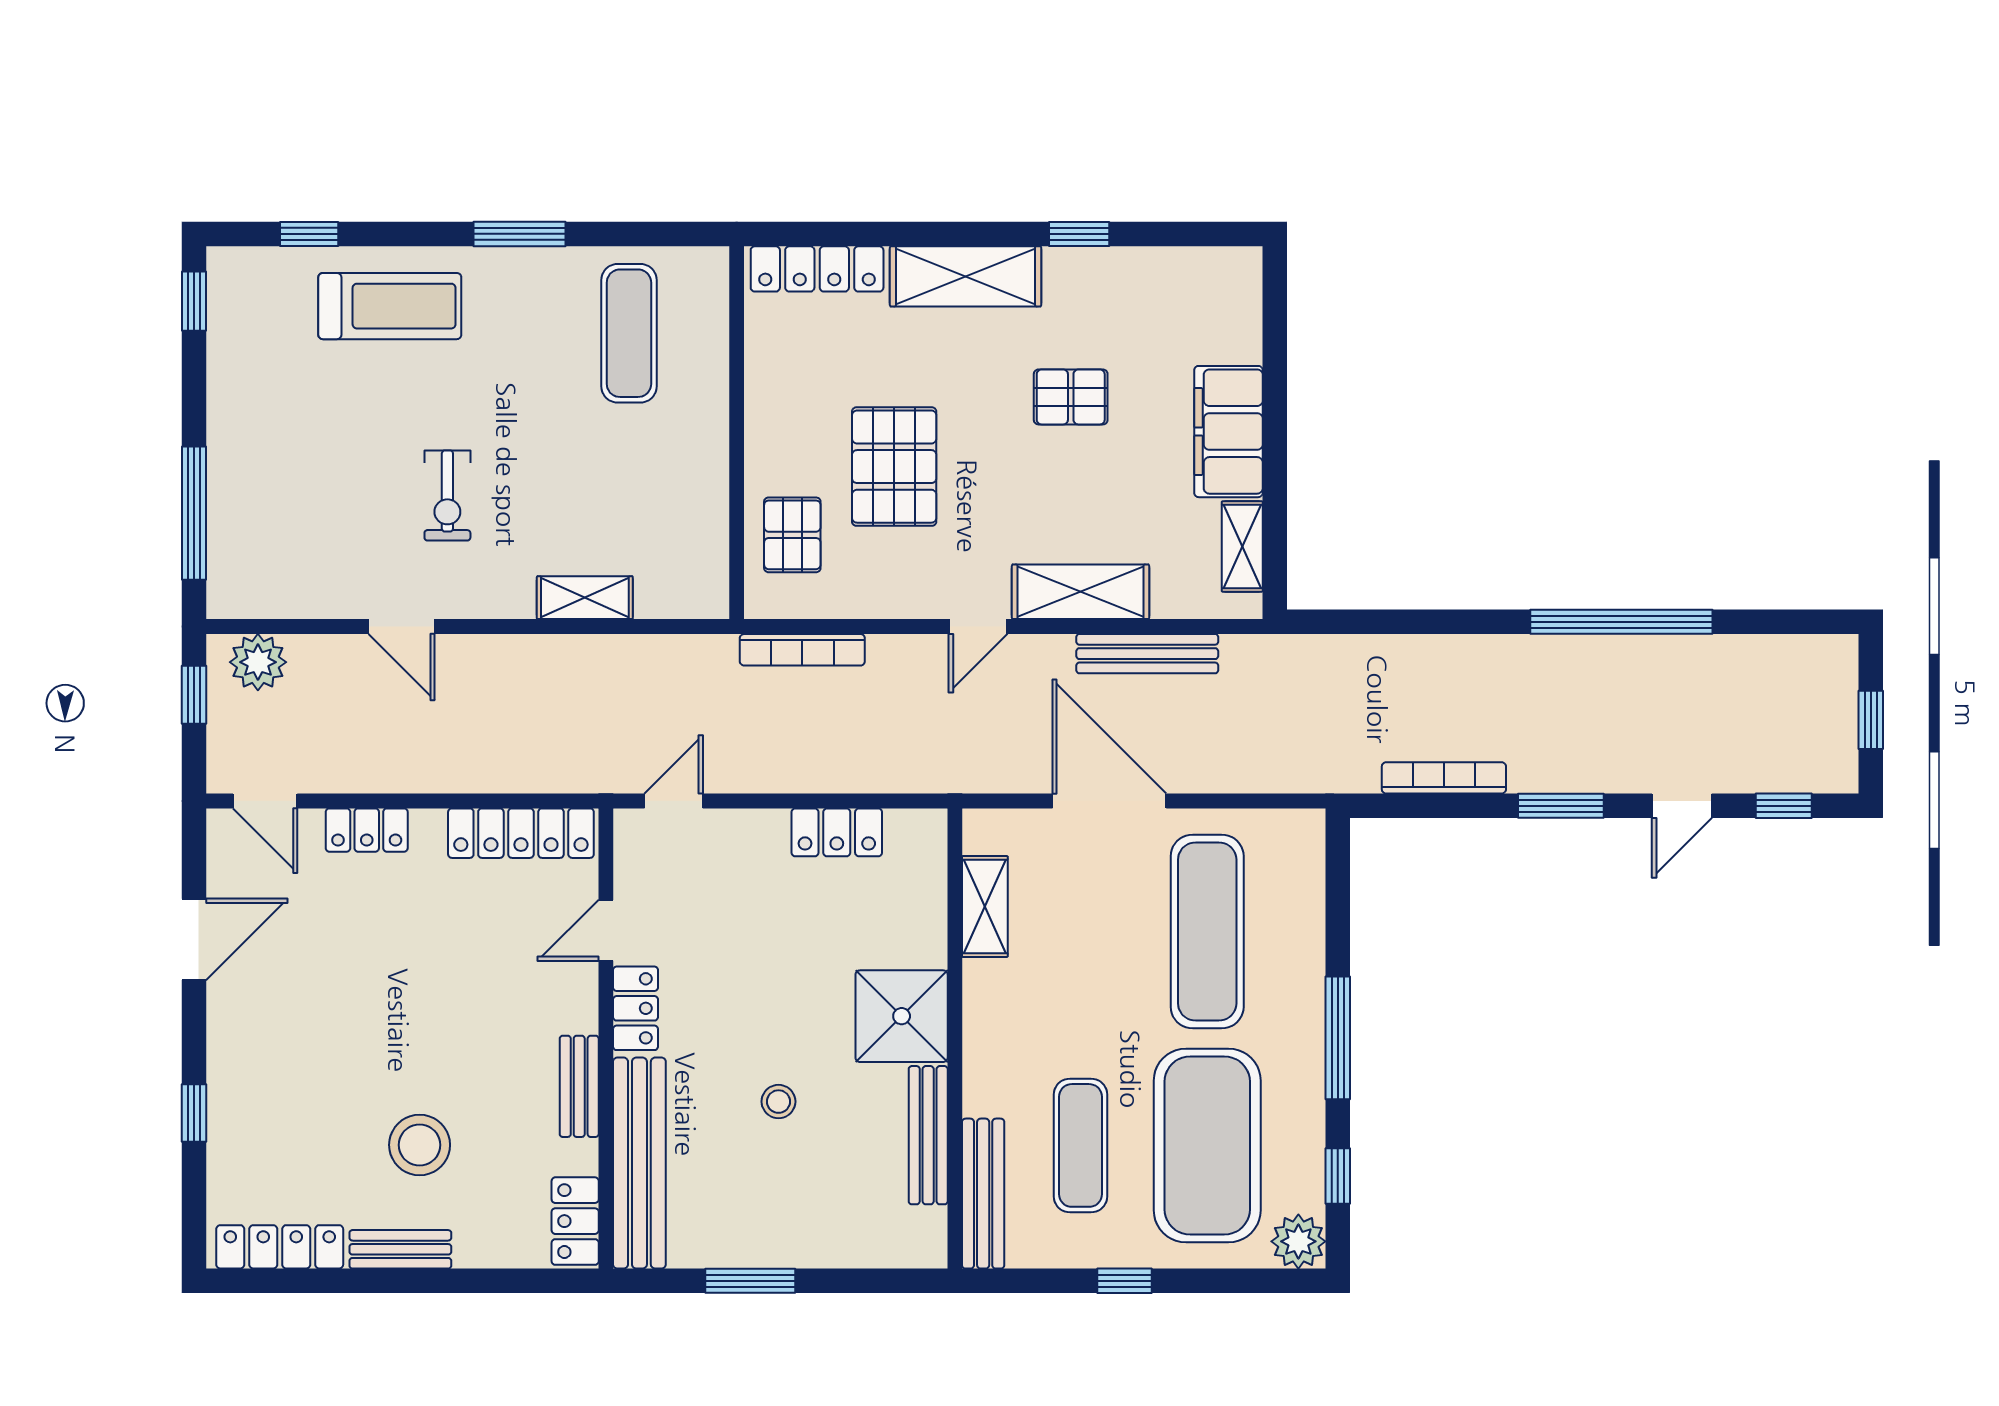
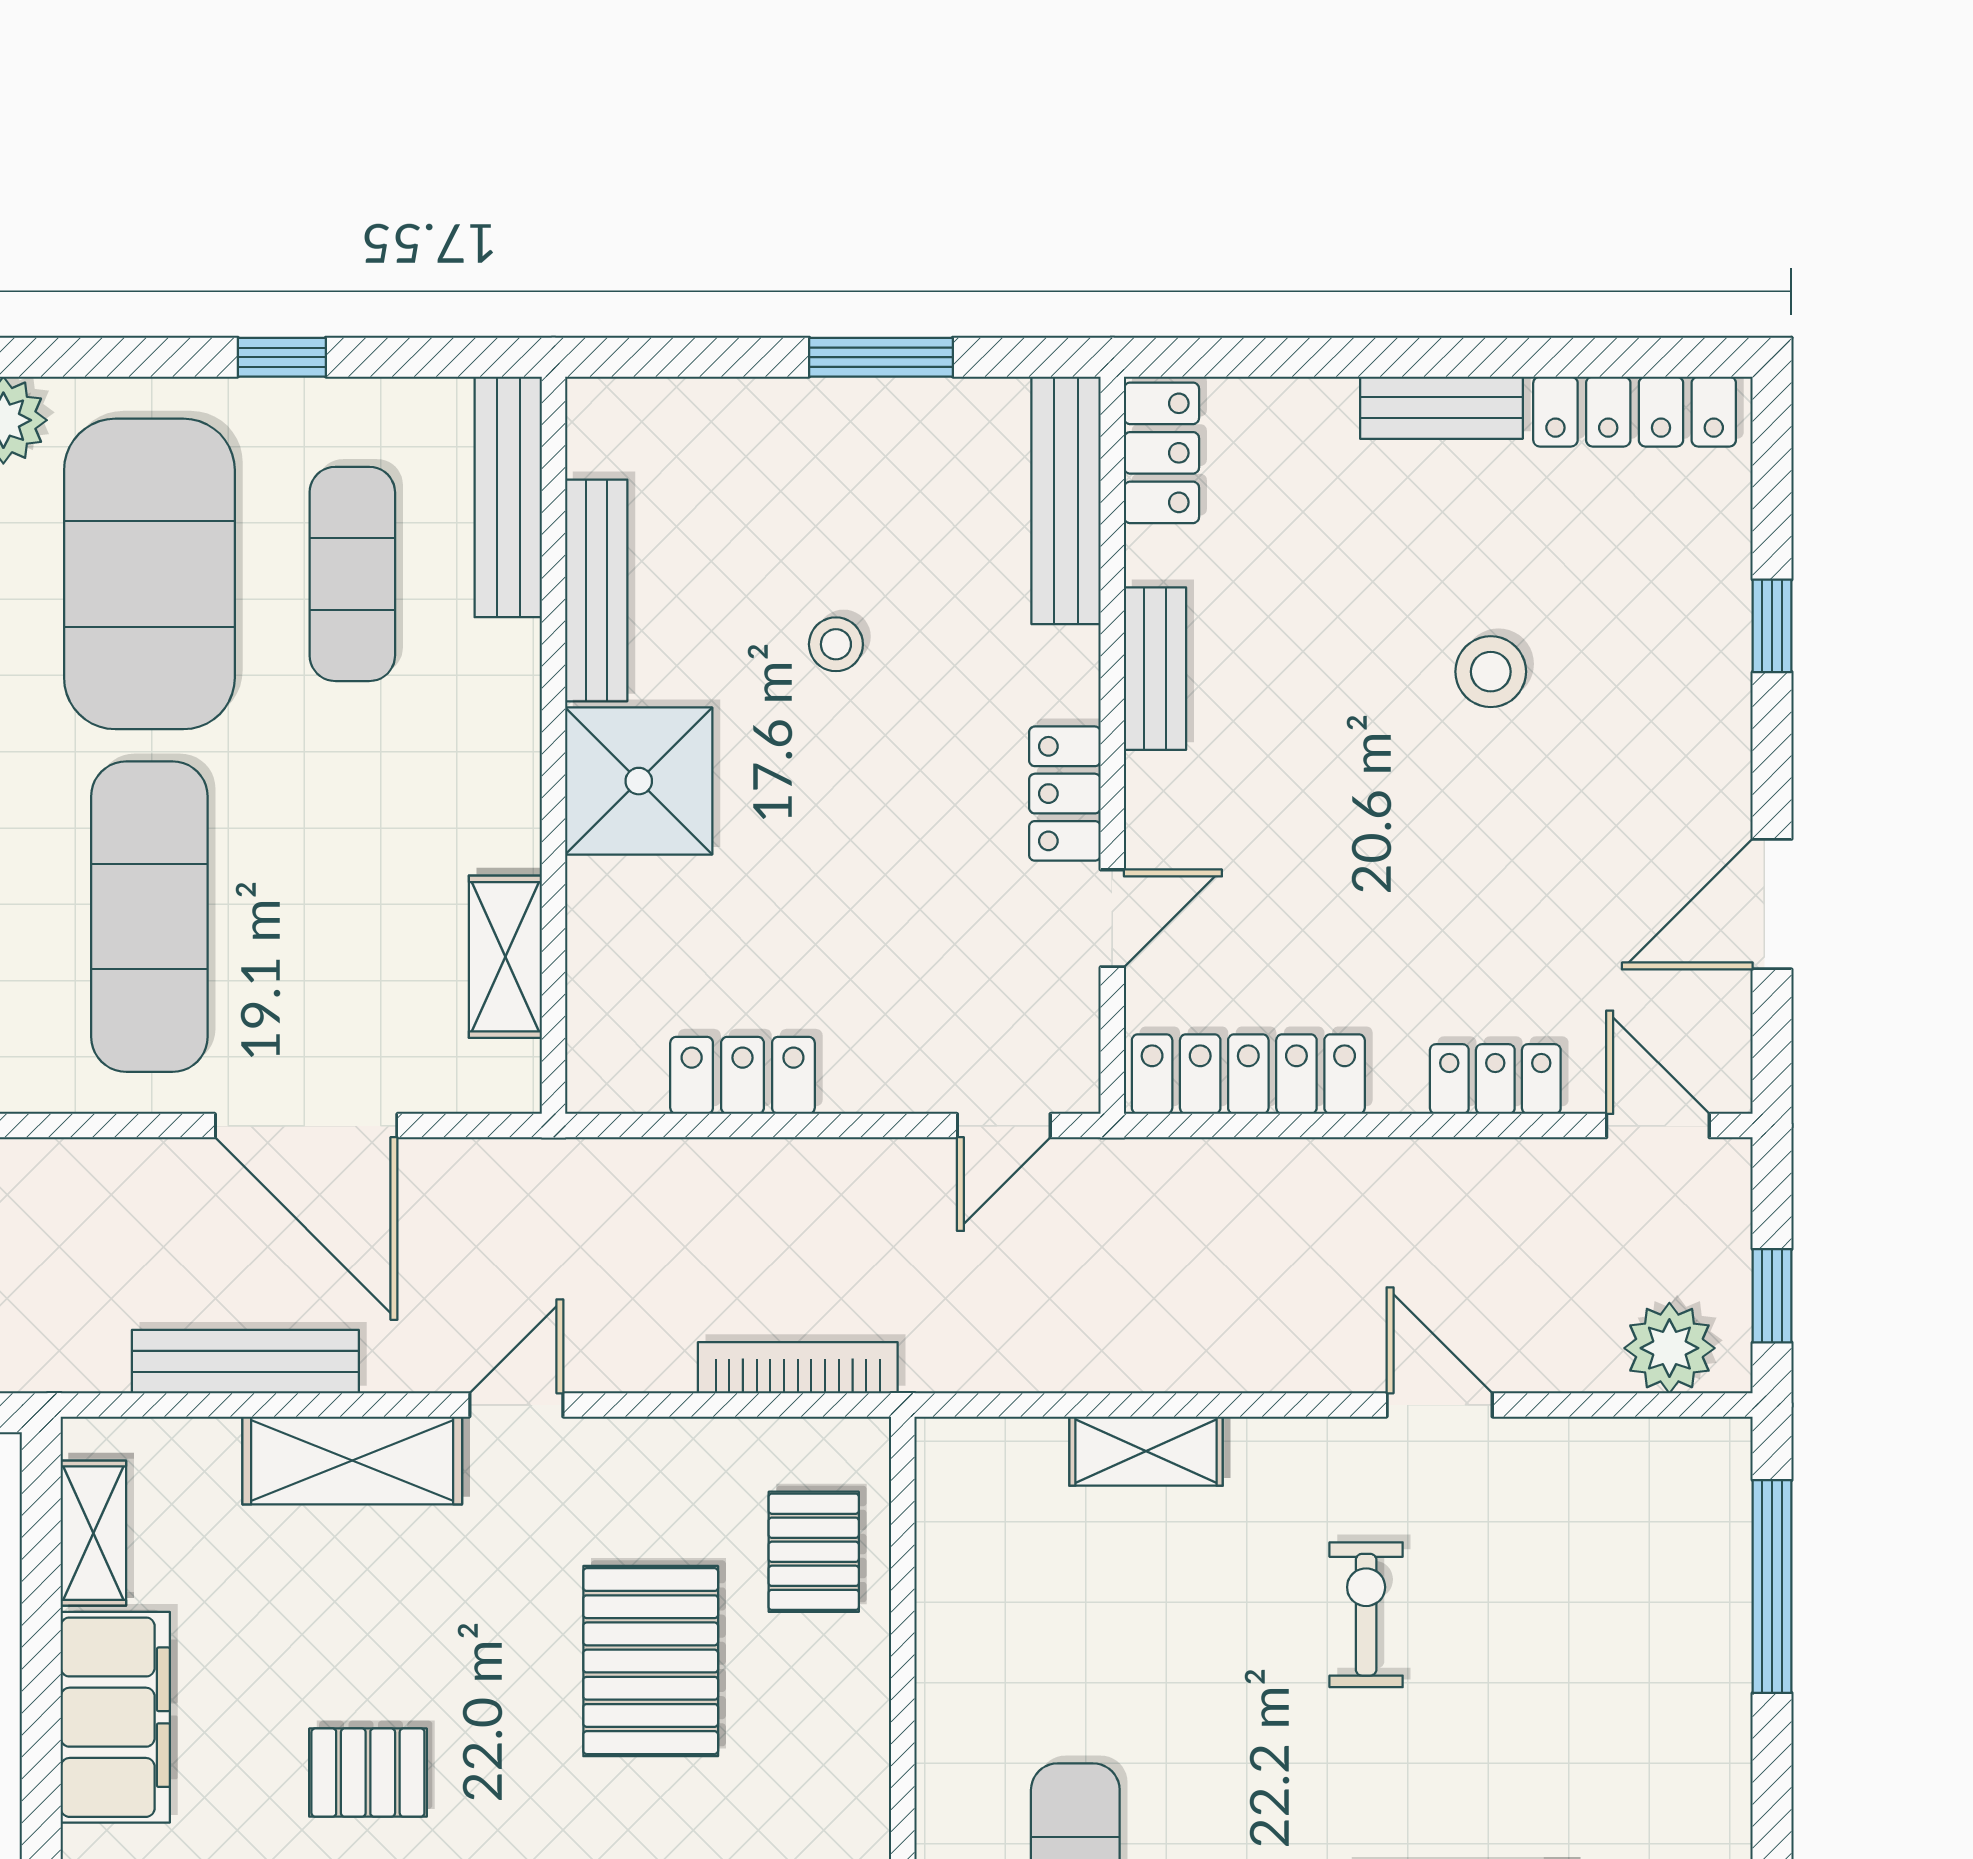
stool: (420, 1145) -> (1491, 672), moved, width x0.73, depth x0.73
bench: (639, 1163) -> (1066, 500), width x0.73, depth x0.82

